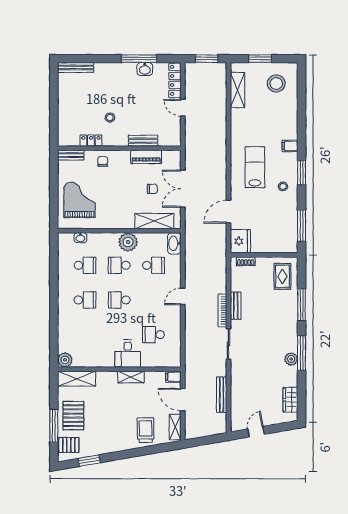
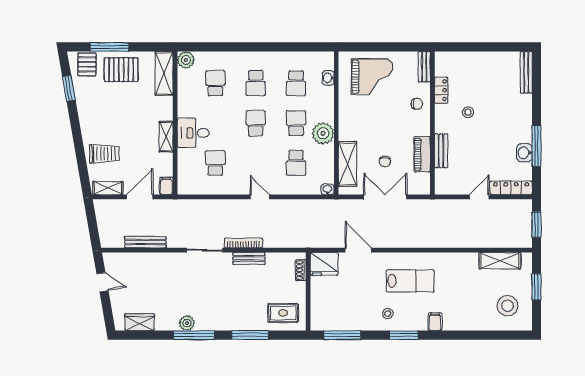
washbasin: (174, 243) -> (327, 189), width x0.52, depth x0.69
school desk: (85, 335) -> (215, 83), added

